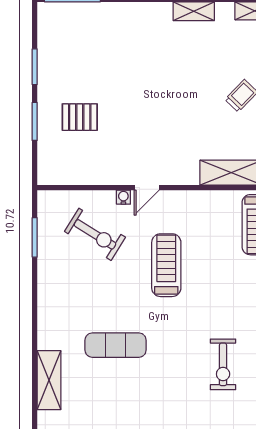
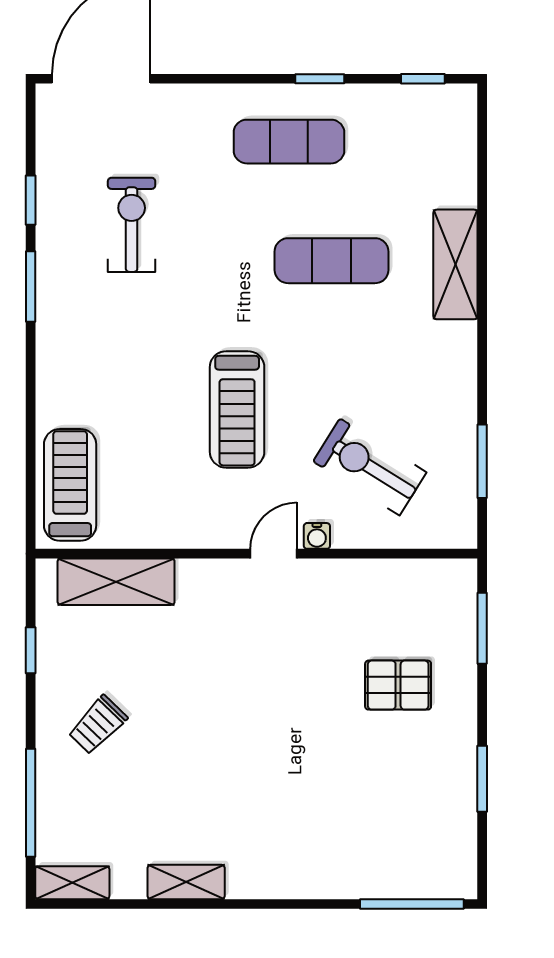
window: (35, 121) -> (482, 628), moved
shelving: (49, 380) -> (455, 264), moved
exercise mat: (138, 409) -> (289, 142), added

